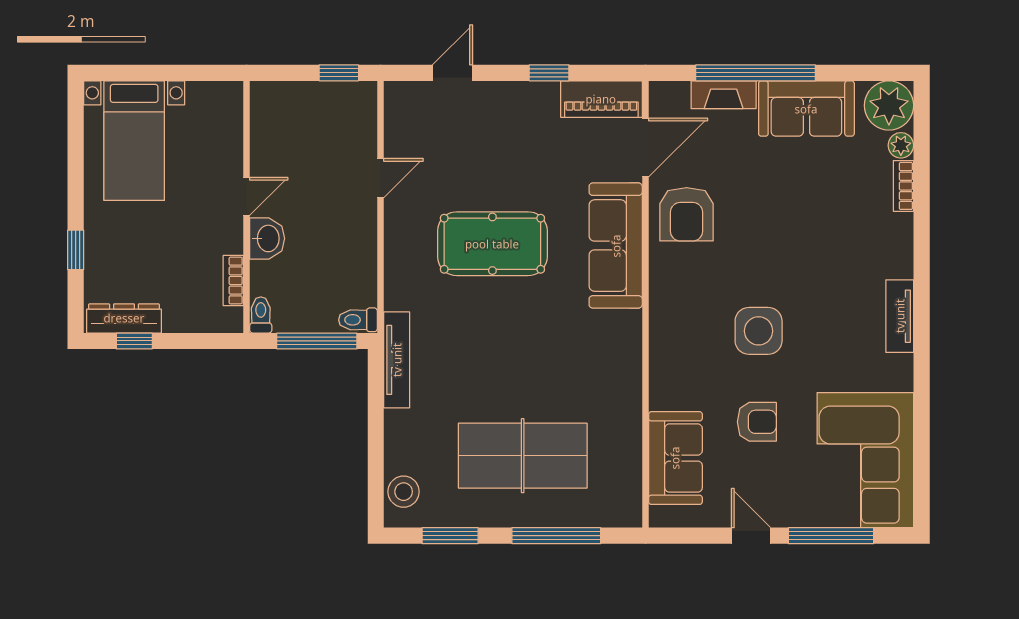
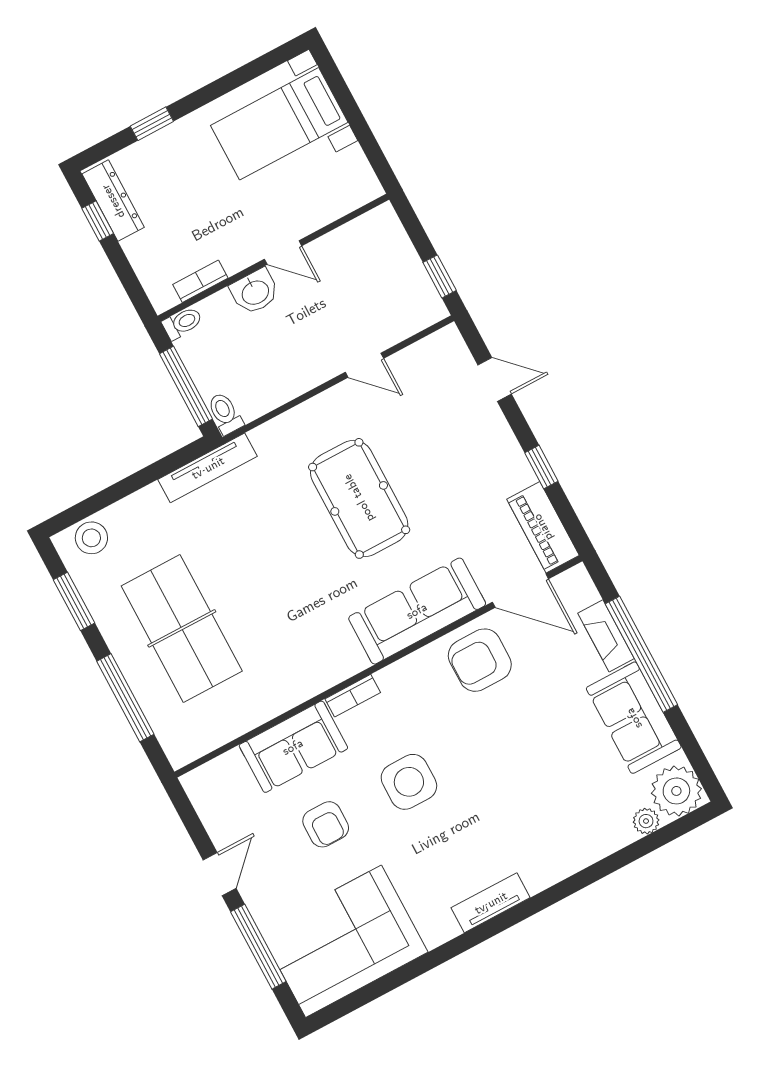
bookcase: (903, 186) -> (353, 696), moved, turned 180
sofa: (675, 458) -> (293, 747), moved

